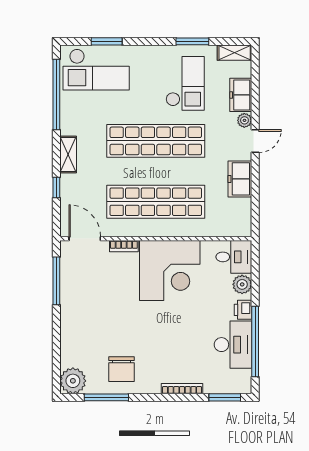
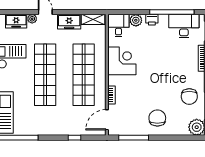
shelving: (68, 155) -> (93, 19), moved
corner desk: (170, 270) -> (122, 61), width x0.74, depth x0.74
chair: (87, 318) -> (157, 118), added
desk: (233, 345) -> (184, 26), moved
chair: (121, 369) -> (189, 96), turned 90

